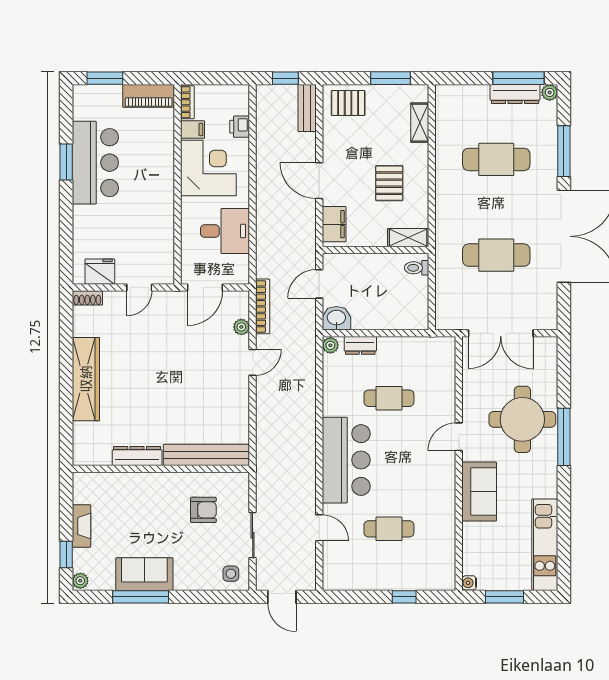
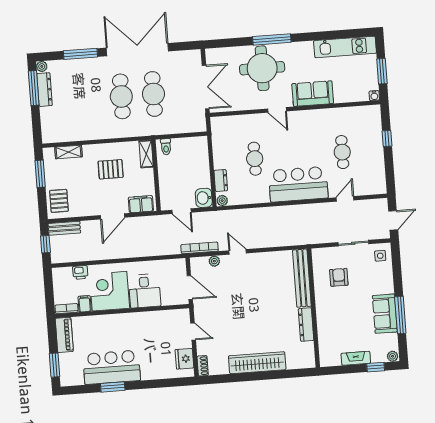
cafe table: (496, 159) -> (121, 96), moved
desk: (225, 231) -> (145, 291), moved, turned 180

